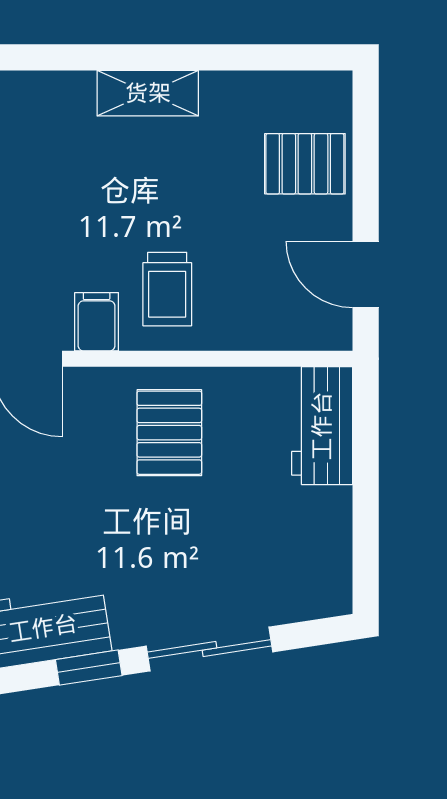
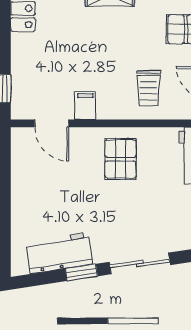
trolley: (167, 289) -> (149, 88), moved

